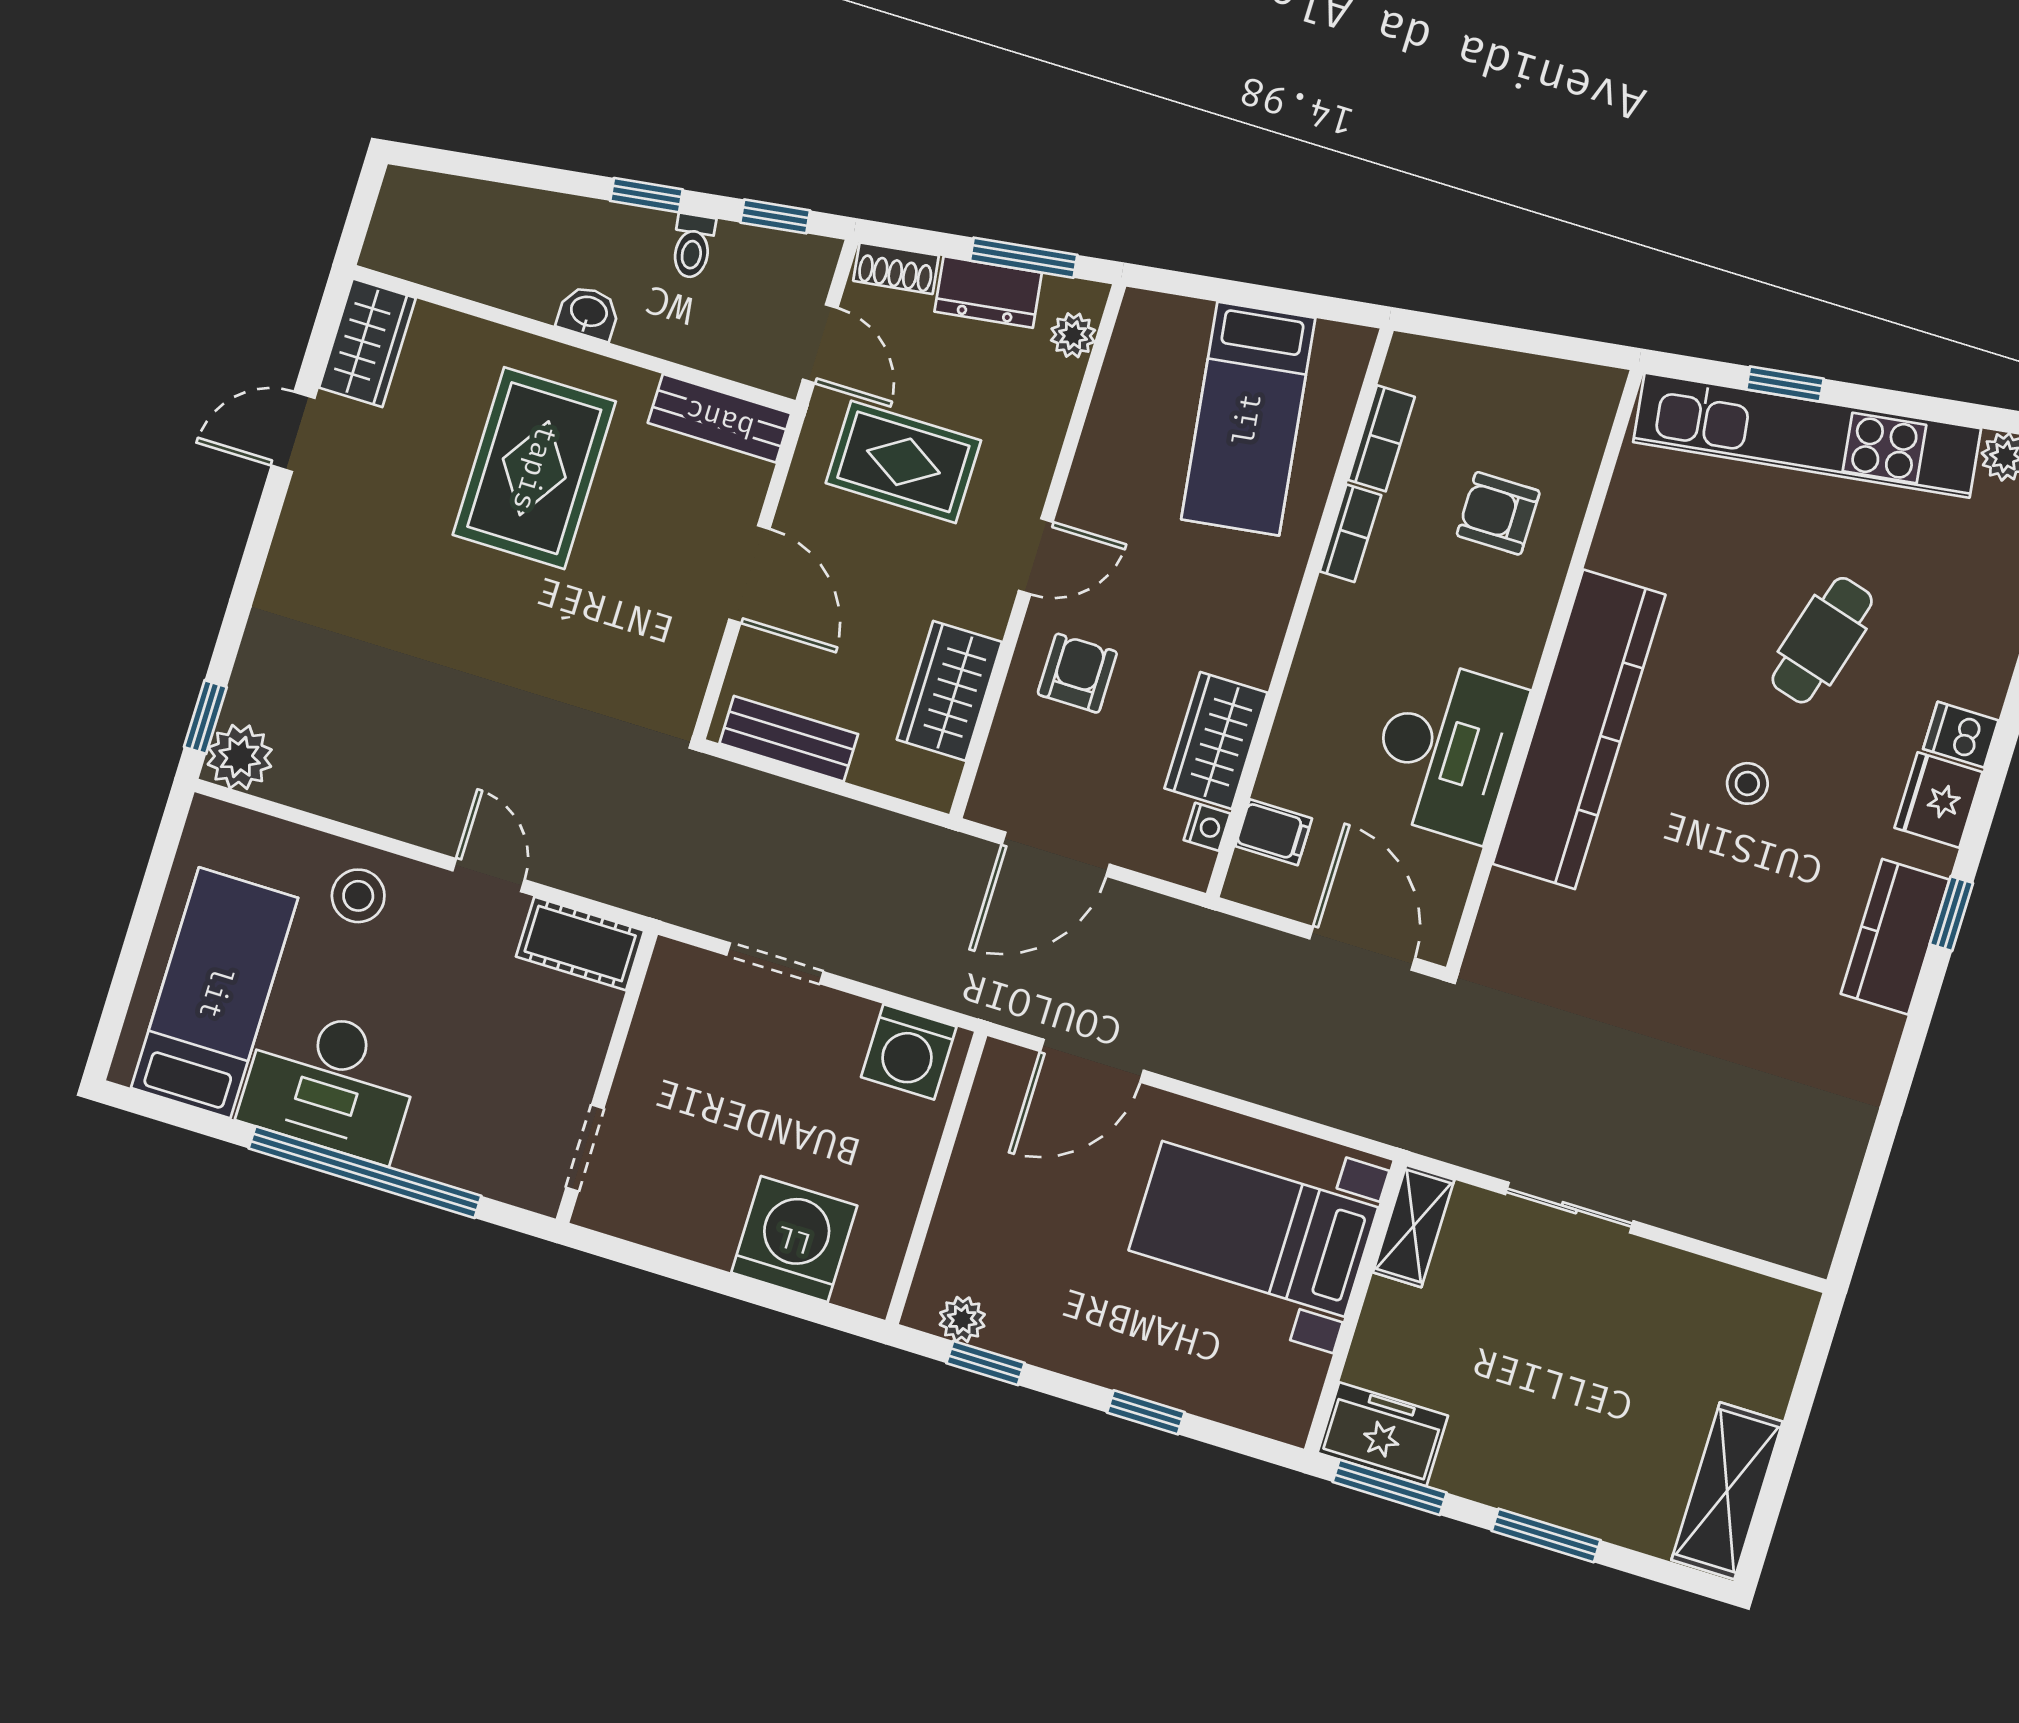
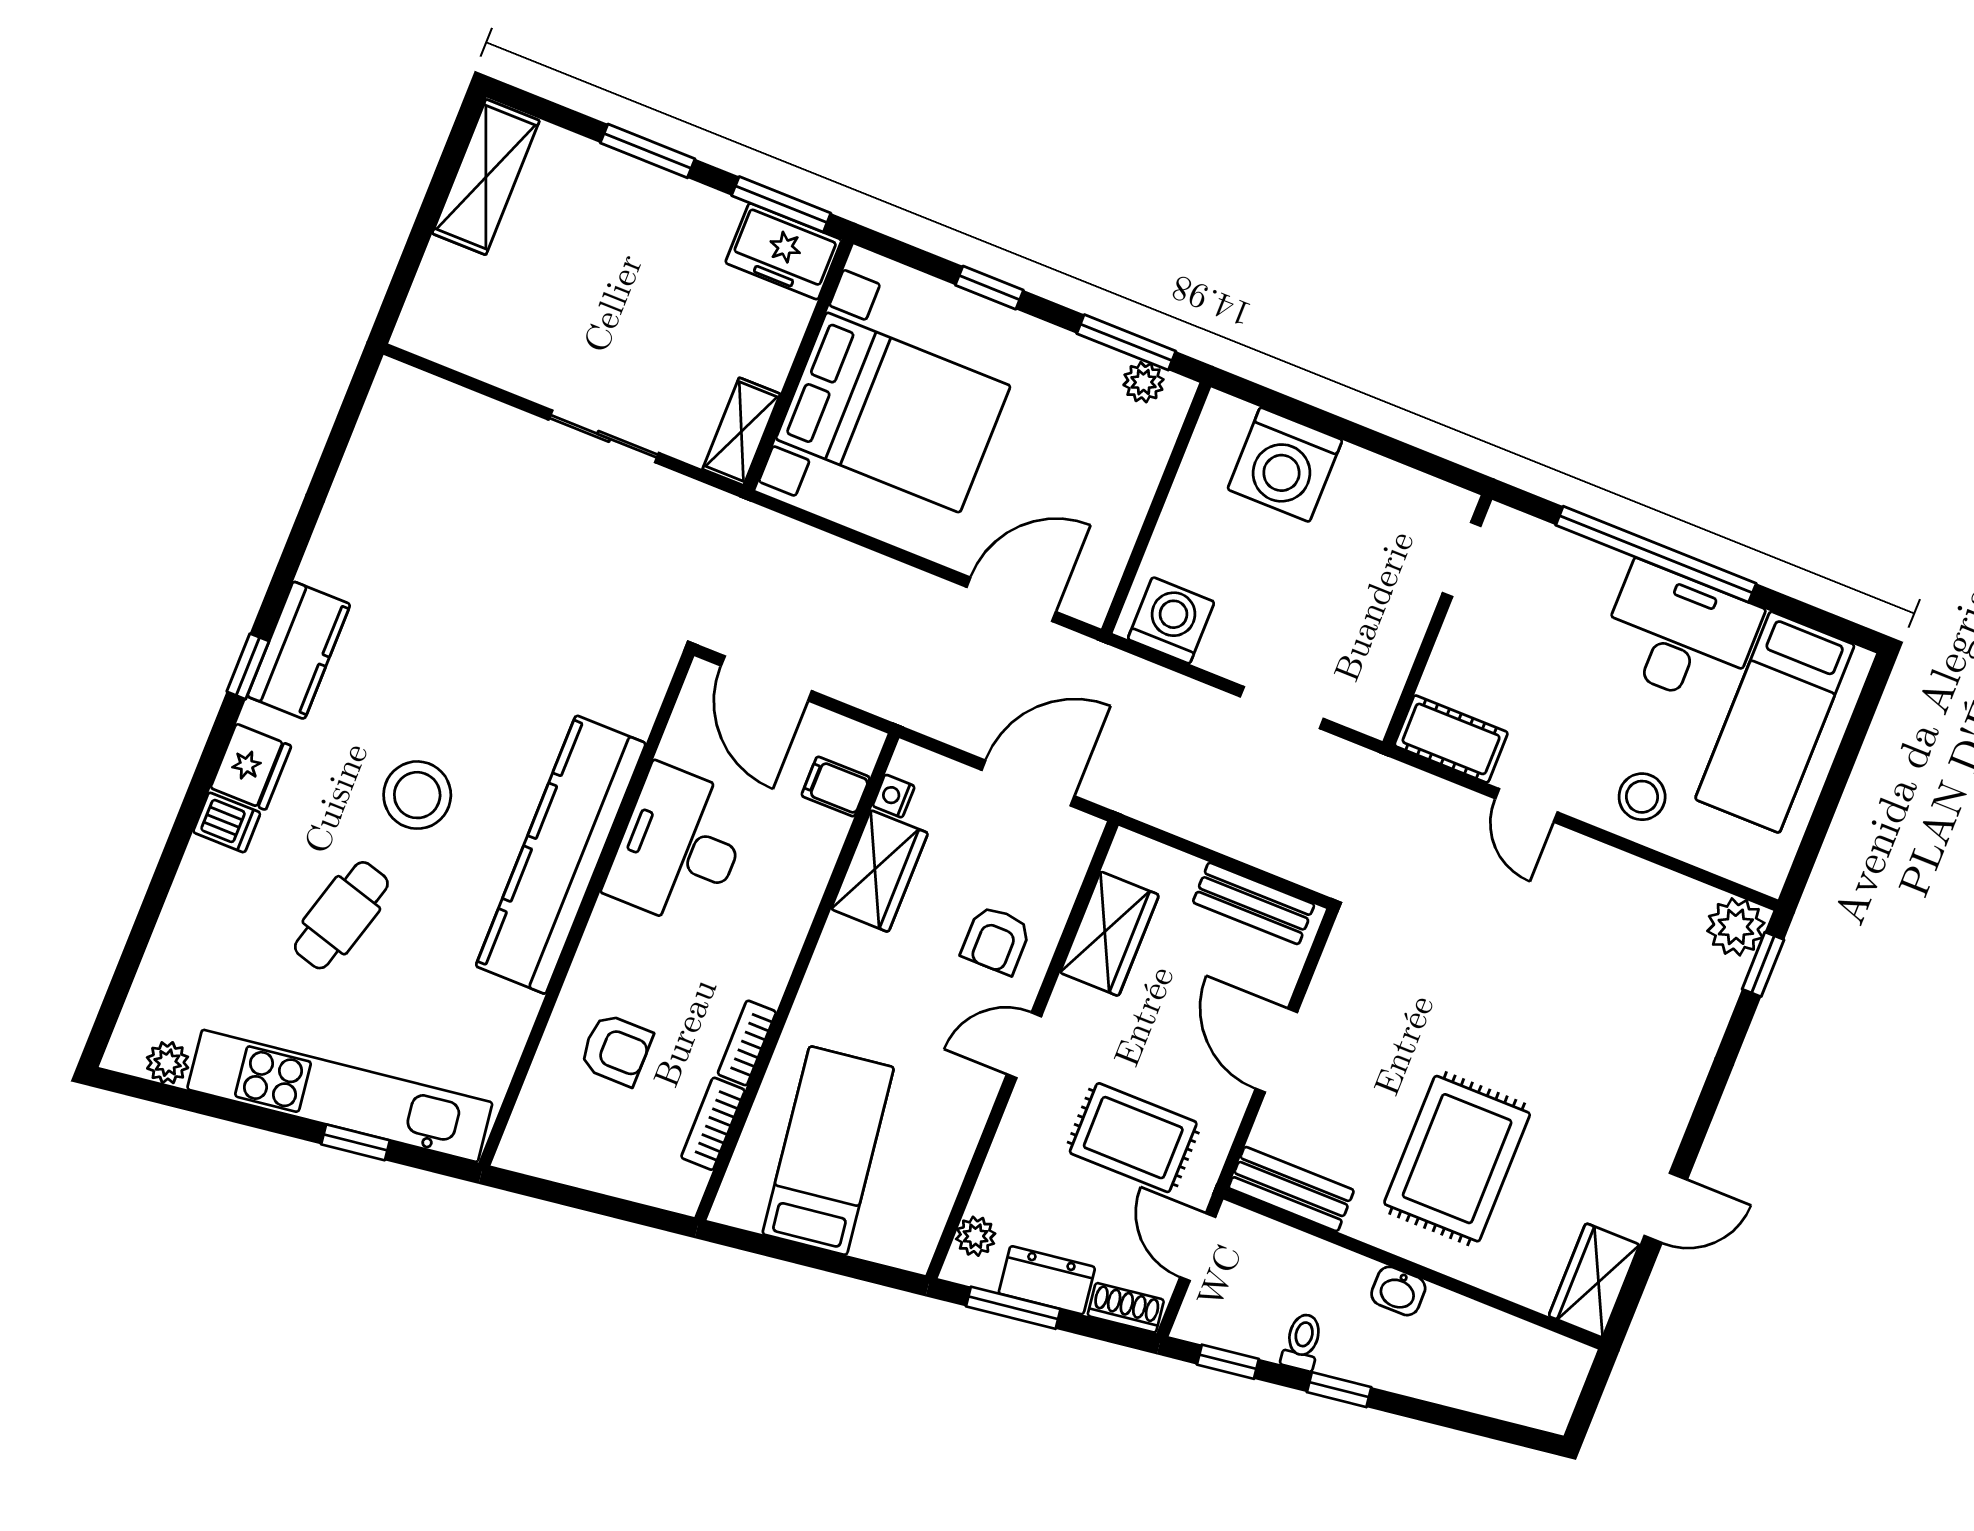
stool: (1747, 783) -> (417, 795), width x1.89, depth x1.89
bed with nightstands: (1253, 1229) -> (893, 412), width x1.36
window: (985, 1363) -> (1126, 342), width x1.50

